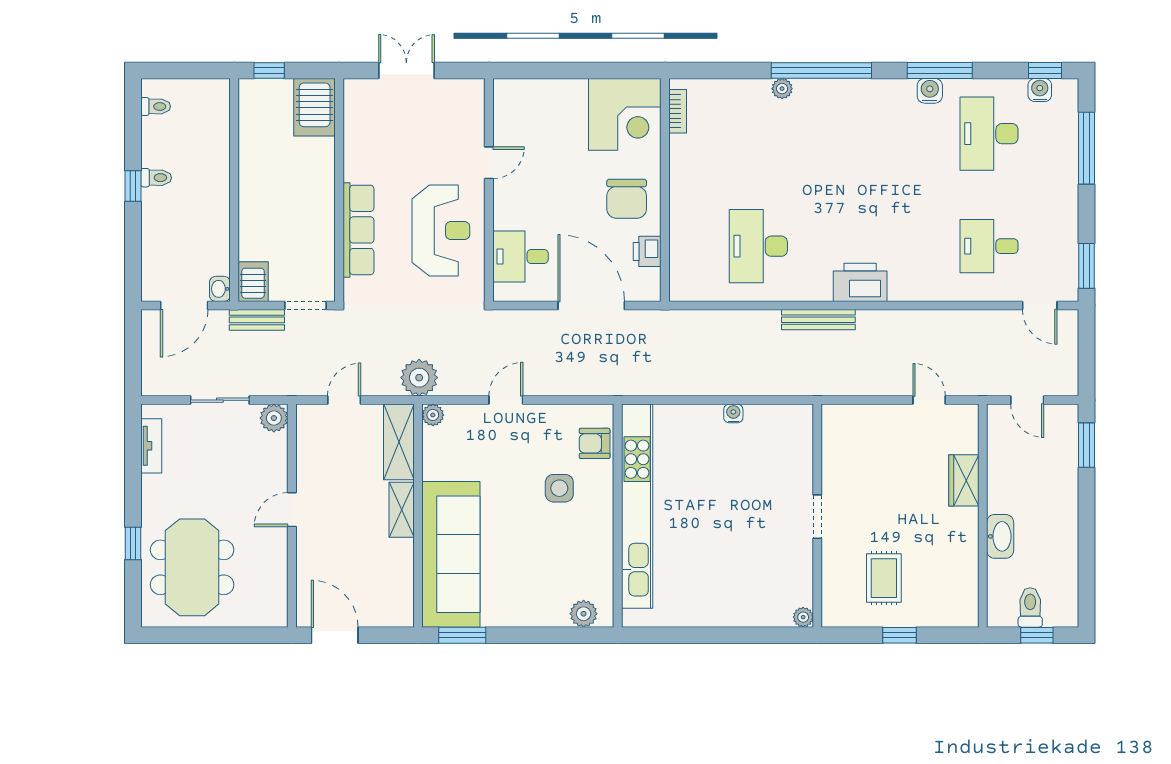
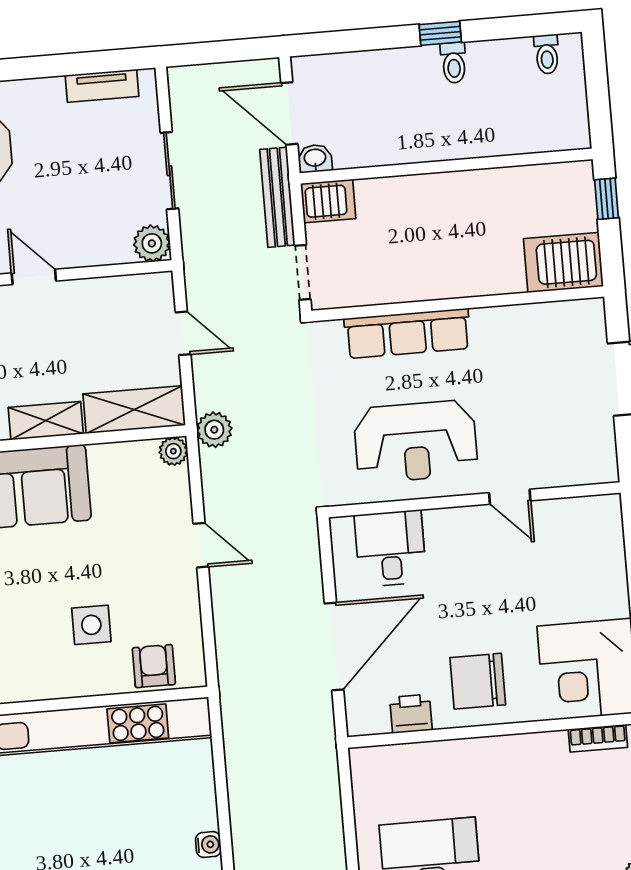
bench: (257, 320) -> (277, 197), width x1.36
plant: (419, 378) -> (214, 430), width x0.73, depth x0.73

